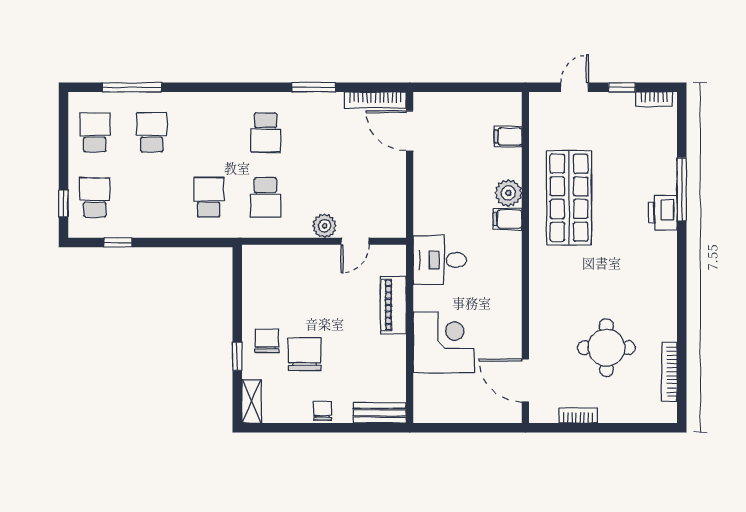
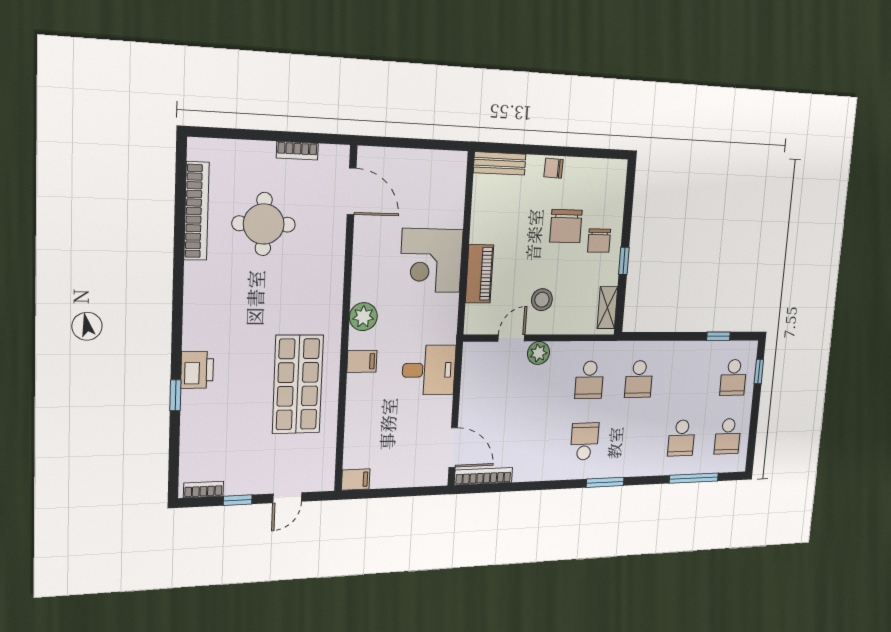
window: (314, 87) -> (605, 482), moved
filing cabinet: (508, 137) -> (356, 480), moved
window: (682, 189) -> (175, 395), width x0.46
plant: (508, 193) -> (363, 317), moved
school desk: (266, 197) -> (589, 380), turned 180
desk: (440, 260) -> (429, 370), moved
stool: (325, 280) -> (542, 300), added
corner desk: (444, 342) -> (431, 261), moved
window: (237, 356) -> (624, 261), moved
bookcase: (669, 372) -> (196, 211), width x1.48, depth x1.31
shelving: (252, 401) -> (607, 308), moved
chair: (323, 411) -> (553, 168), turned 92

